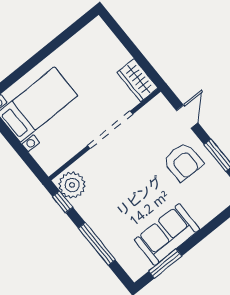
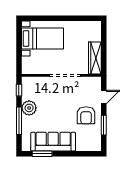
wardrobe: (137, 80) -> (95, 58), width x1.50
plant: (72, 185) -> (29, 108), moved
sofa: (167, 235) -> (53, 142), width x1.36

